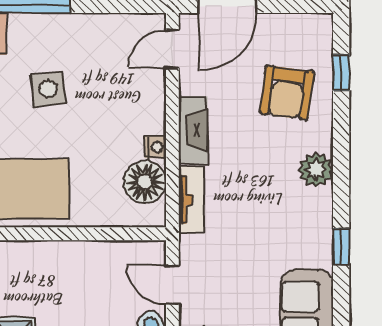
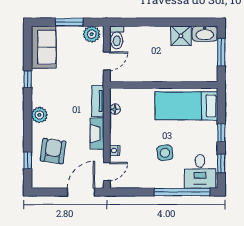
nightstand: (155, 147) -> (115, 151), moved
floor lamp: (145, 182) -> (115, 109), width x0.53, depth x0.53
door: (172, 285) -> (107, 61), hinge flipped

